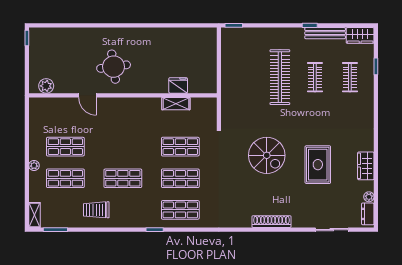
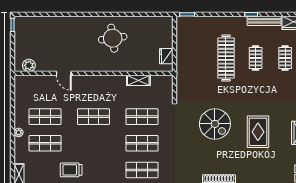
round table: (114, 67) -> (113, 38), moved
fridge: (178, 85) -> (166, 56), moved, turned -90
shop shelf: (123, 178) -> (94, 117), moved

